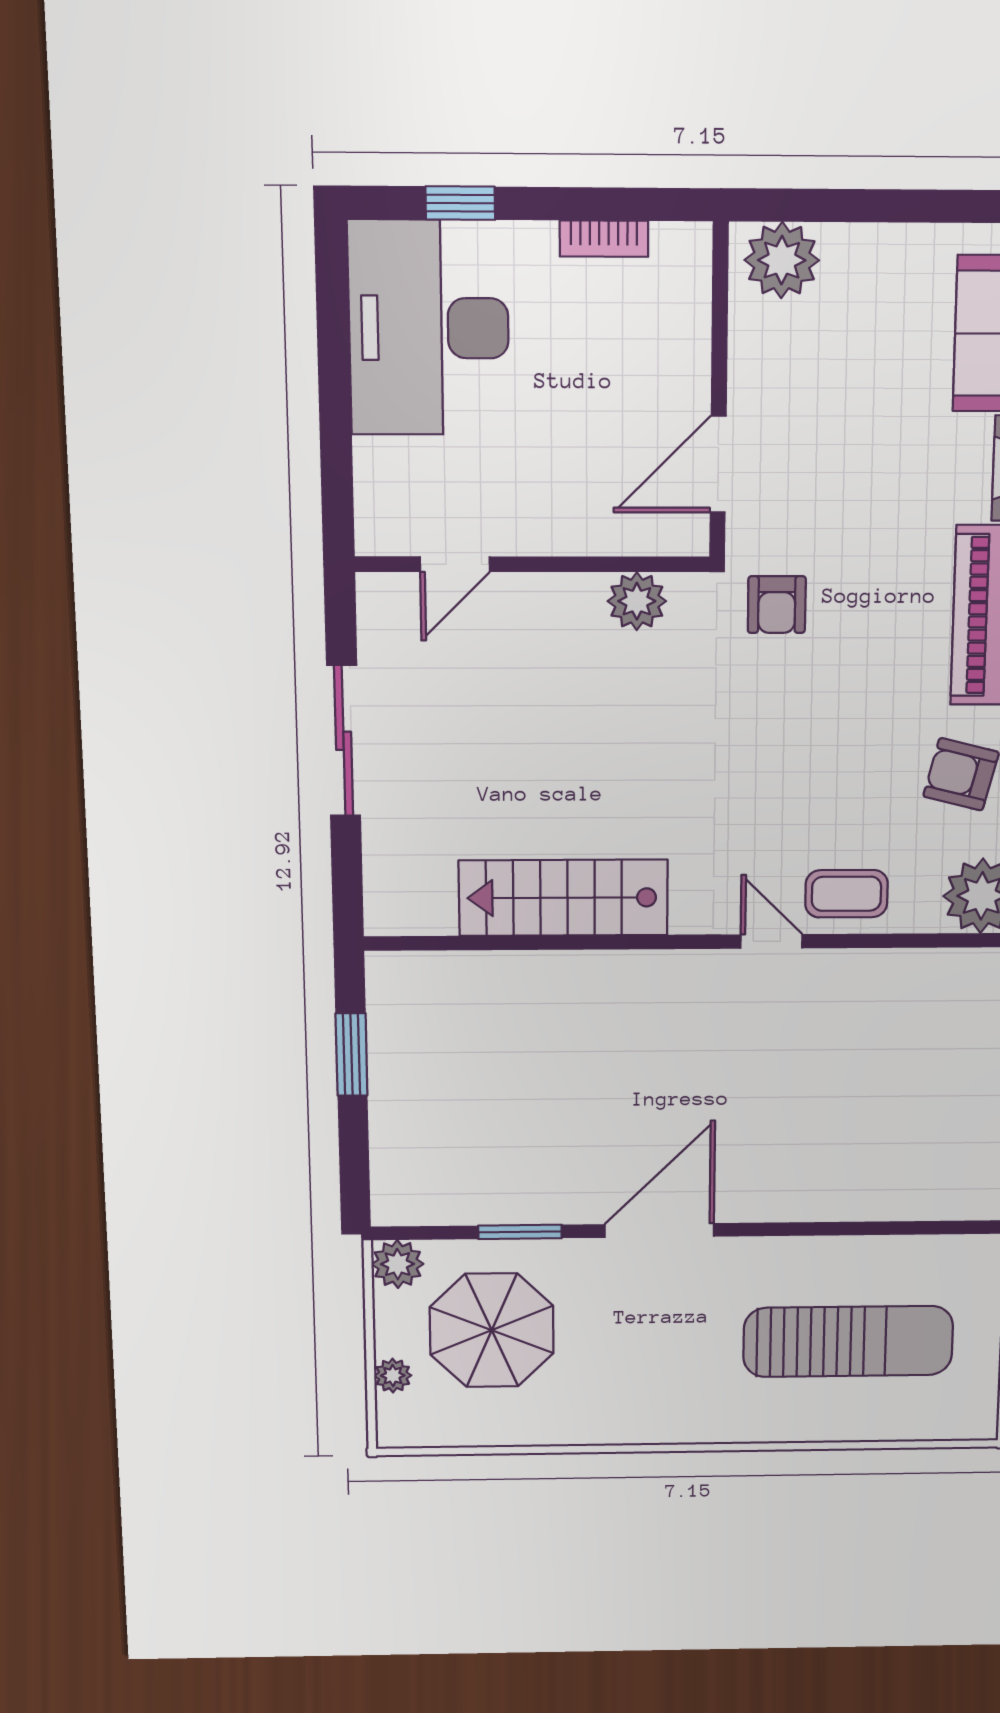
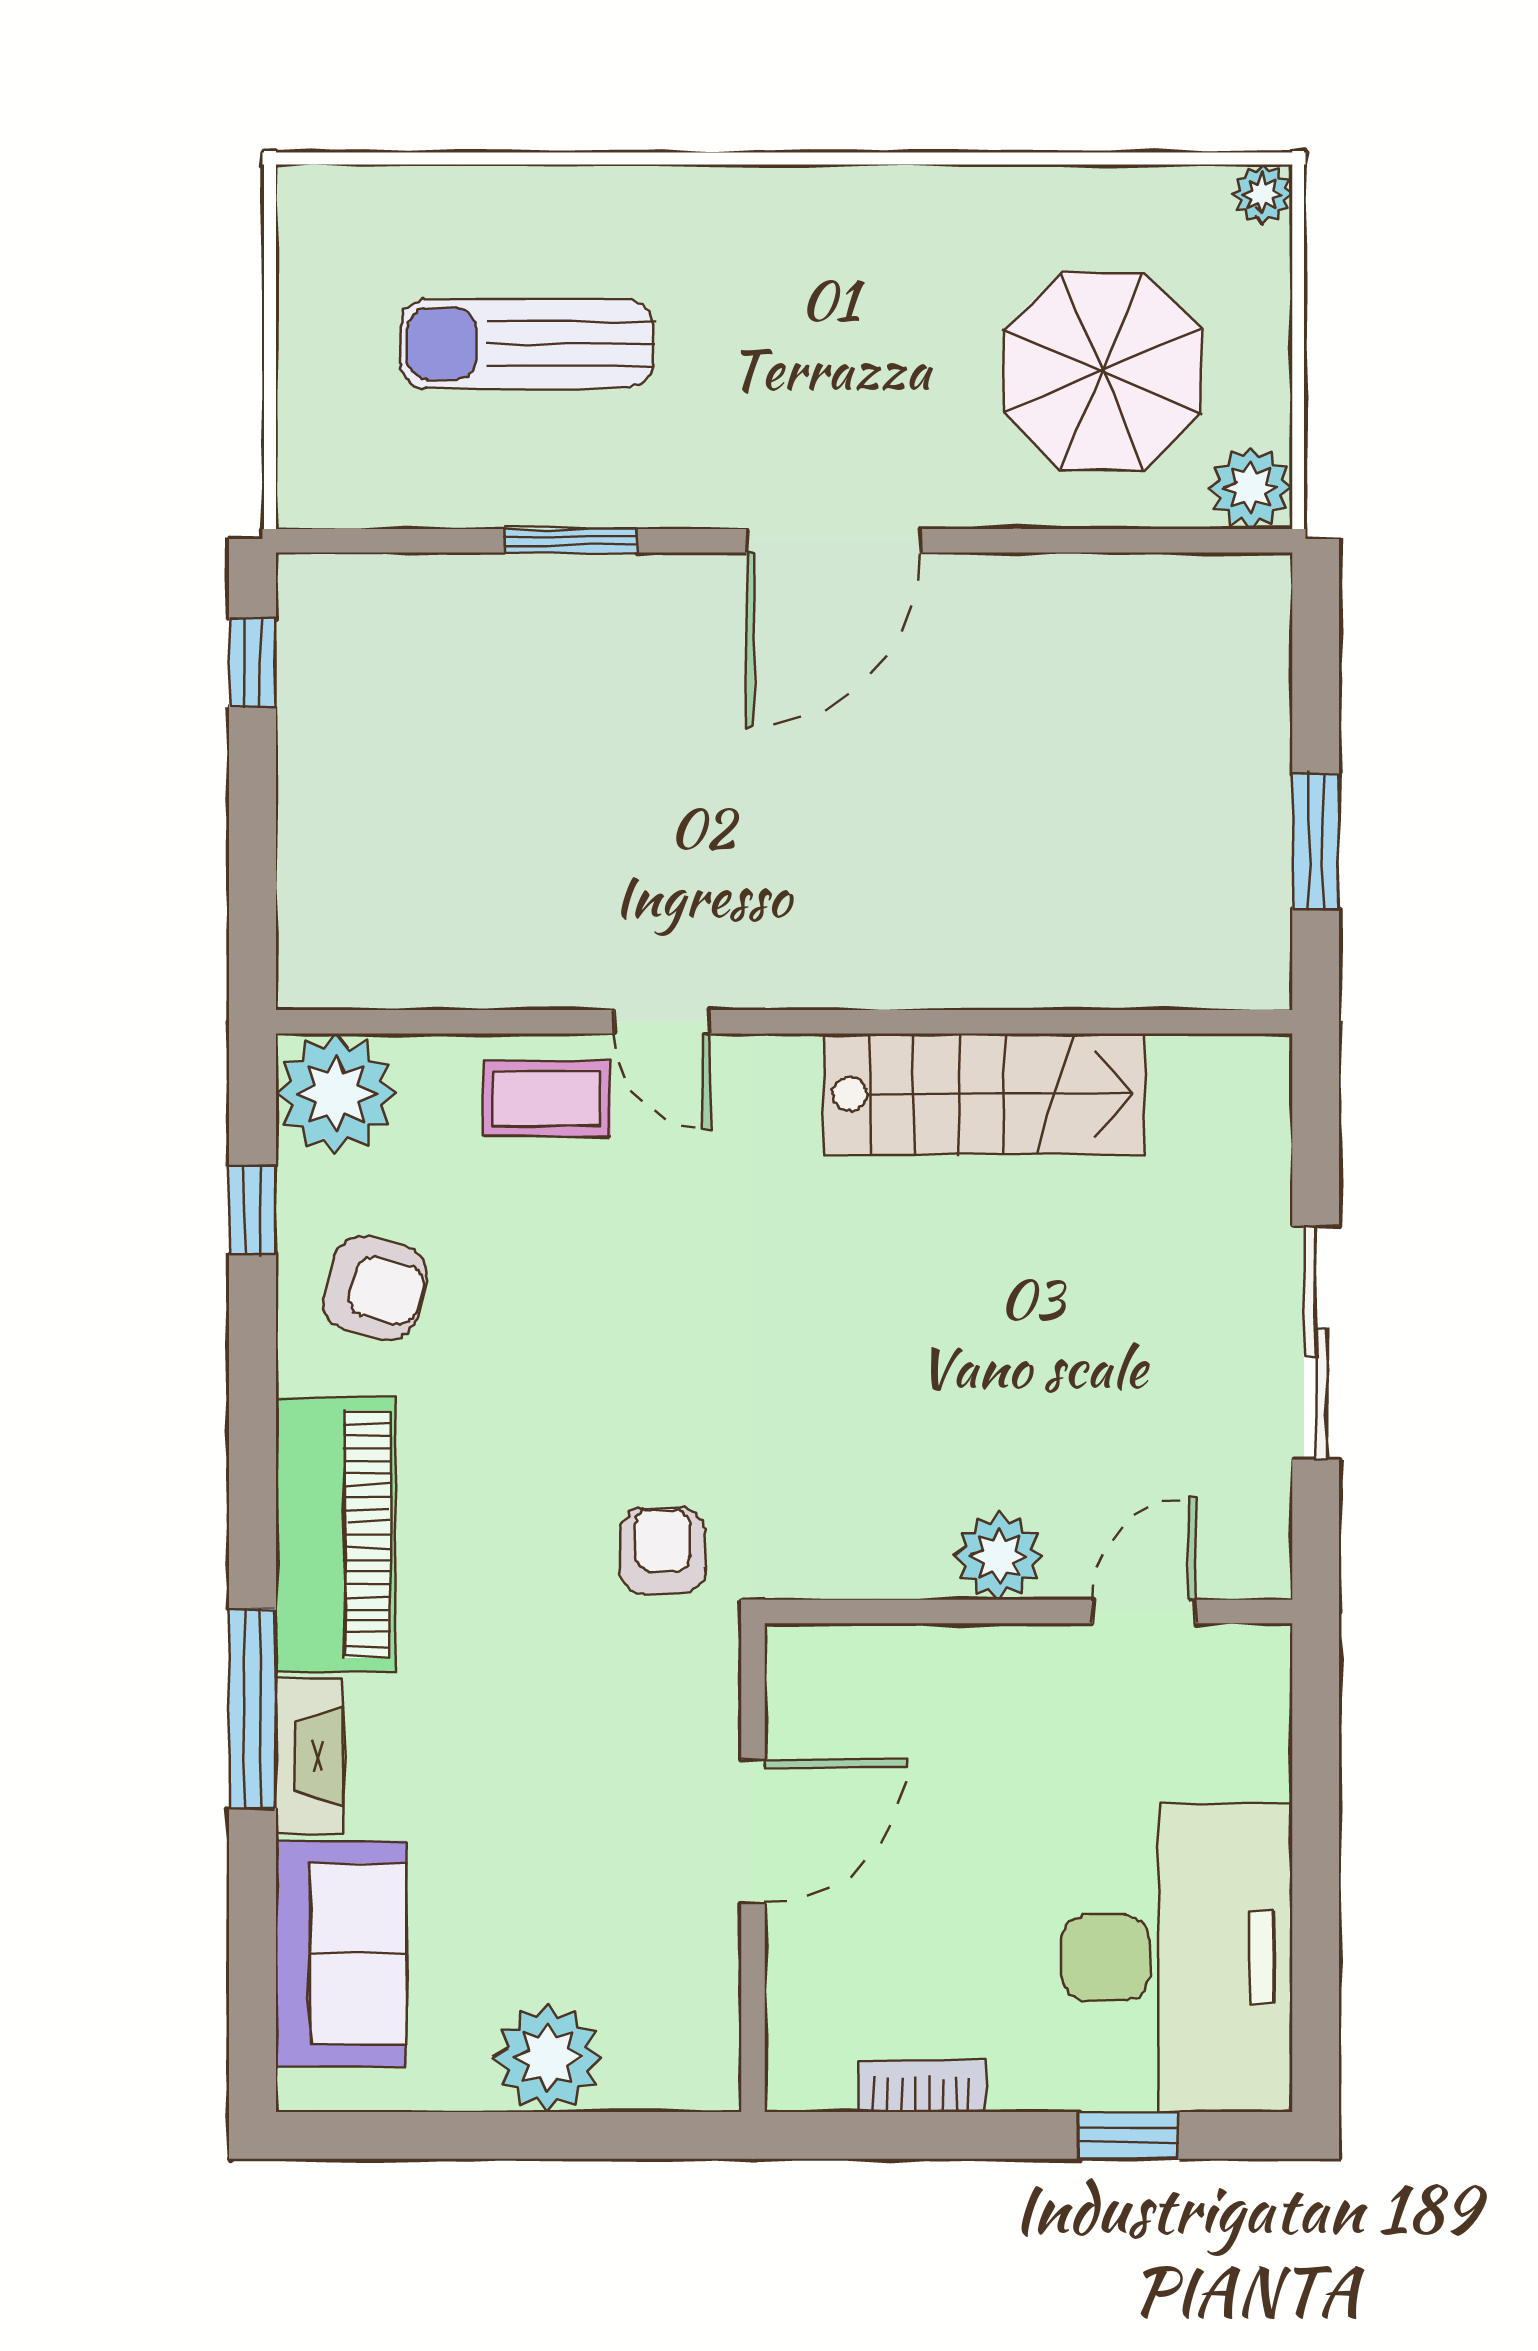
plant: (782, 260) -> (548, 2058), moved
door: (718, 464) -> (753, 1831), moved
plant: (637, 601) -> (999, 1556), moved
window: (520, 1232) -> (571, 541), moved
sun lounger: (848, 1341) -> (527, 344), width x0.73, depth x0.75
plant: (393, 1376) -> (1262, 194), moved

